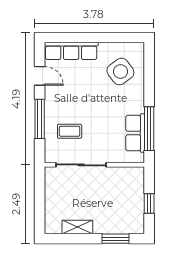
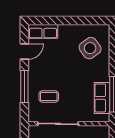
row of seats: (71, 51) -> (43, 31), width x0.68
door: (40, 76) -> (24, 52), hinge flipped

